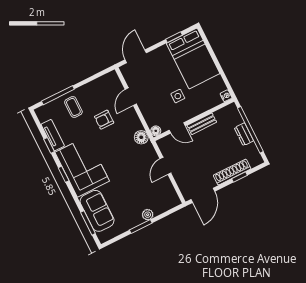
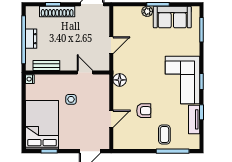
bench: (202, 124) -> (46, 65), moved
floor lamp: (156, 131) -> (105, 79), removed
sofa: (97, 211) -> (172, 17), moved, turned -90

